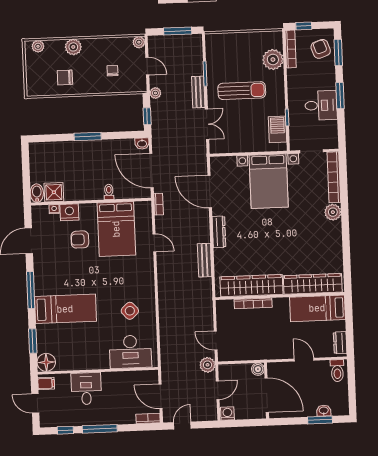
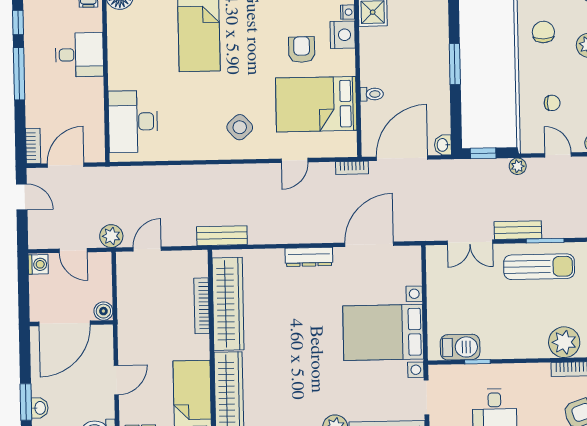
door: (147, 66) -> (558, 155), swing flipped
sun lounger: (242, 91) -> (539, 267), moved, turned -90
bench: (205, 260) -> (222, 236), moved
side table: (130, 311) -> (240, 127), moved

